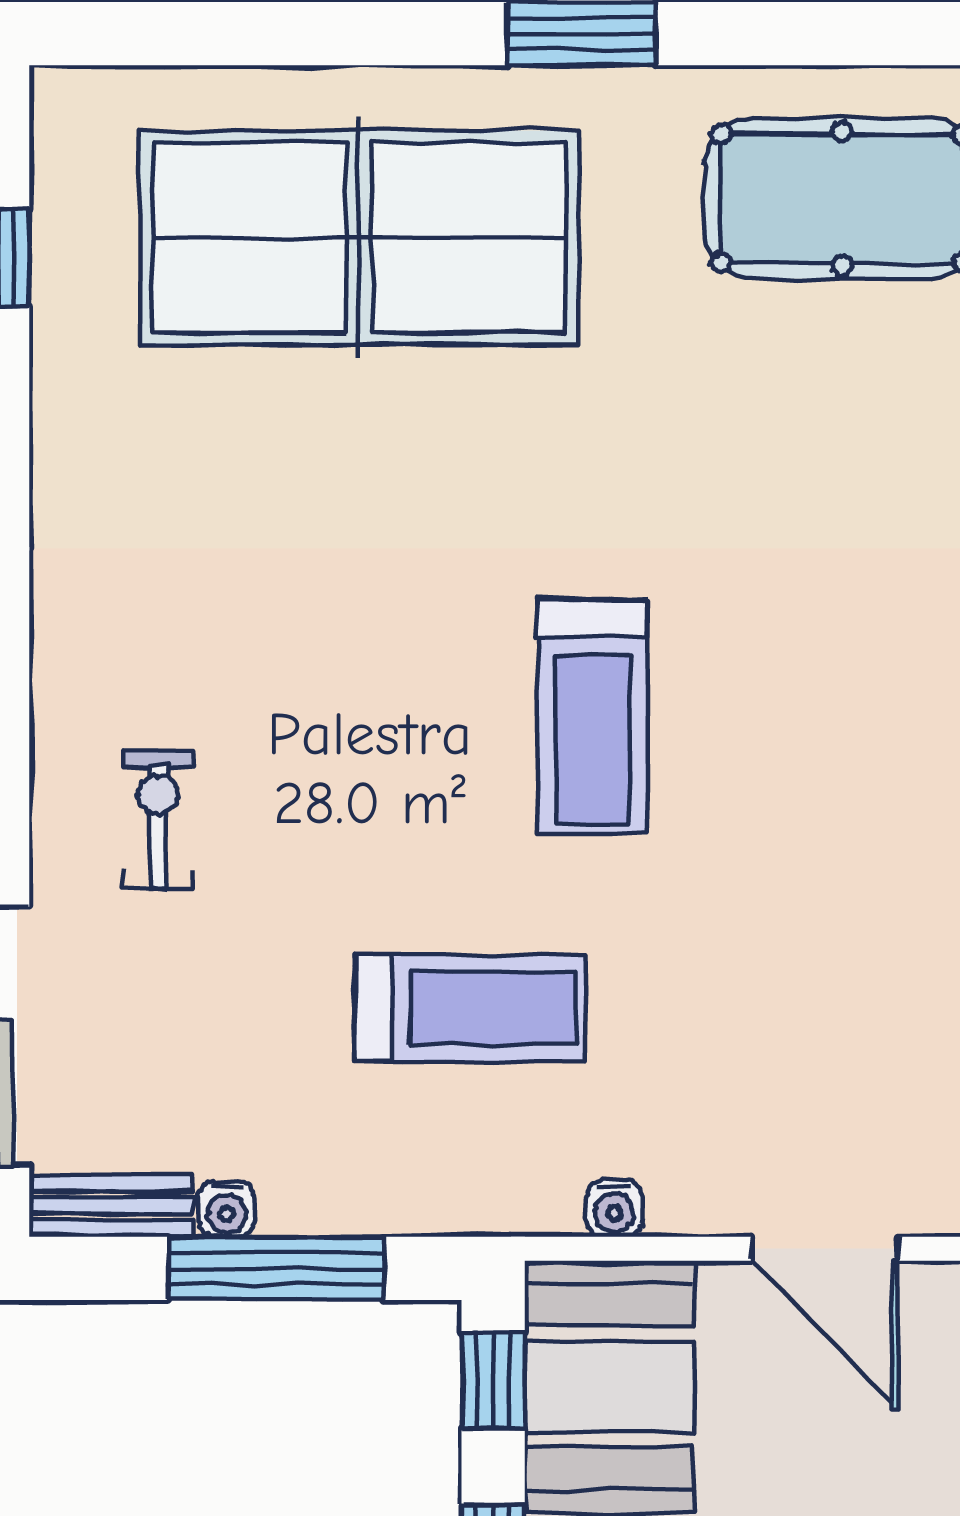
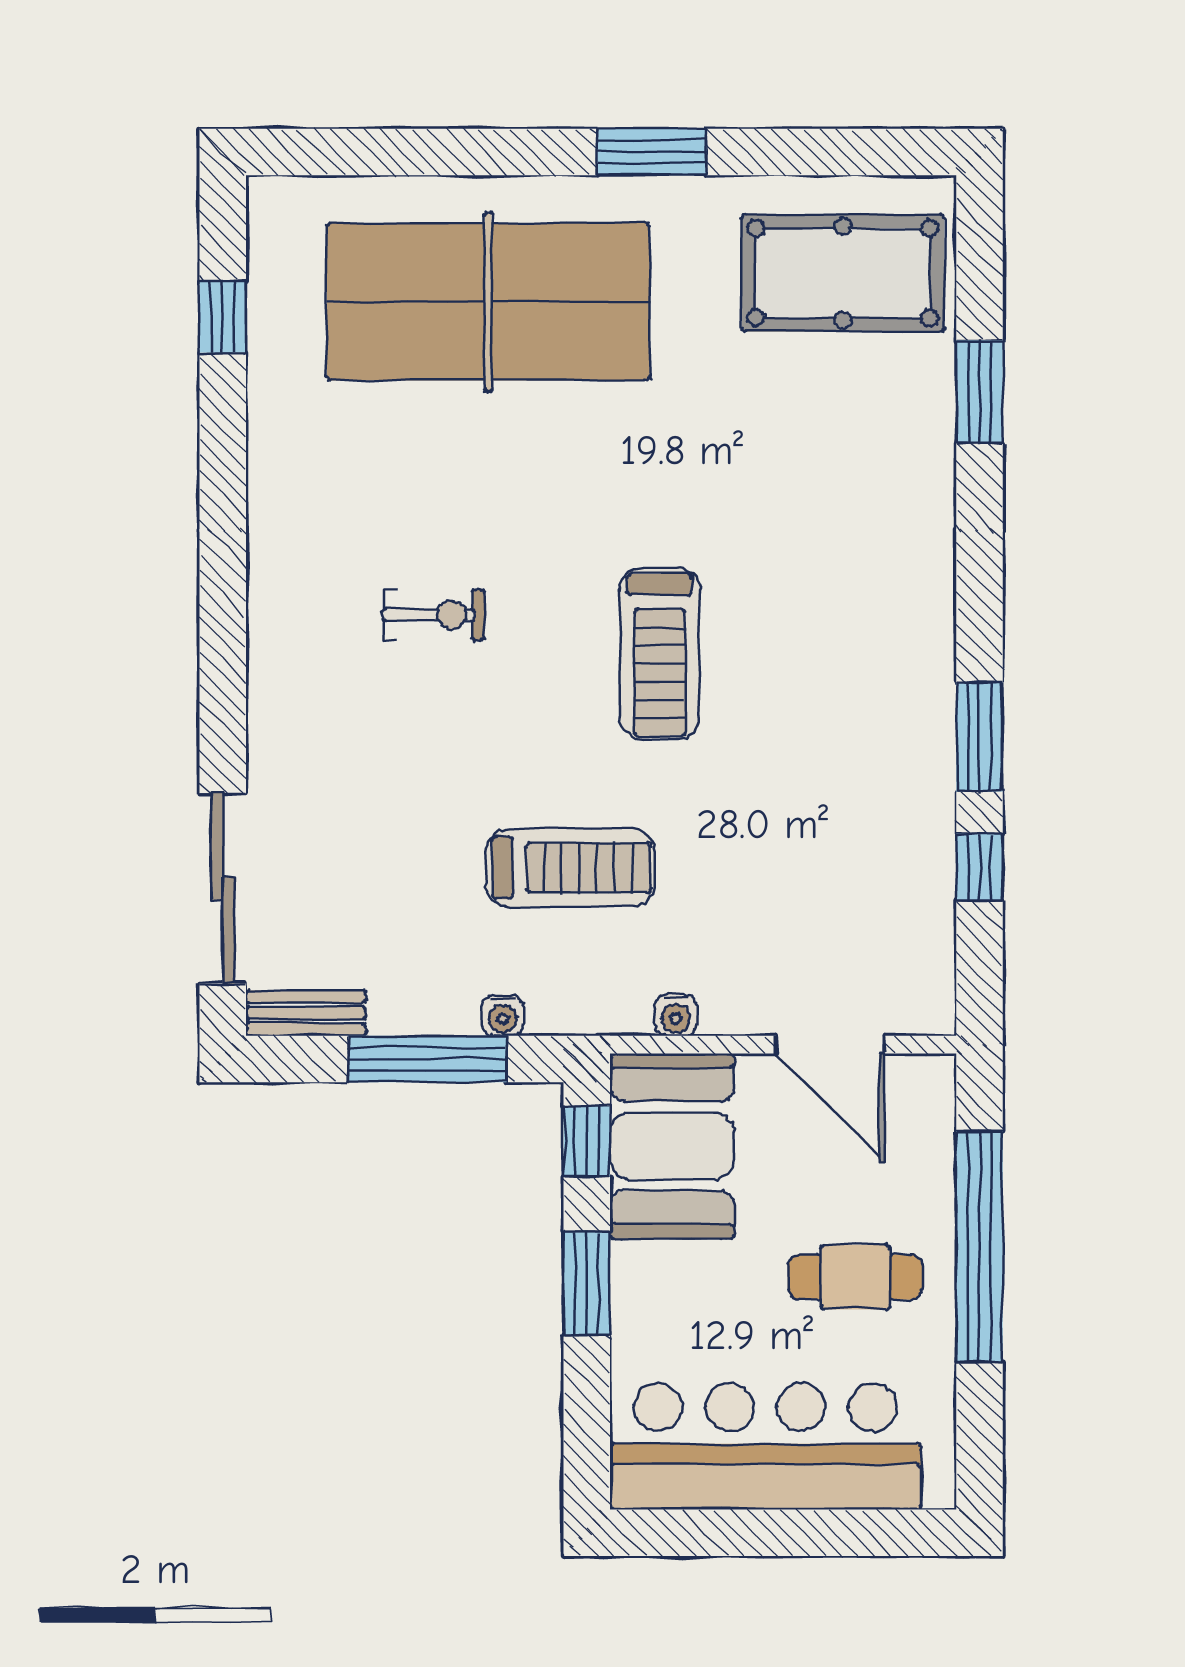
exercise bike: (158, 819) -> (433, 615), moved, turned 90
water cooler: (227, 1209) -> (503, 1015), moved

